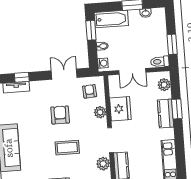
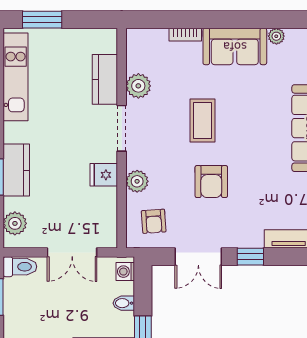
double door: (132, 71) -> (72, 252), swing flipped
window: (22, 77) -> (250, 257), moved
fridge: (120, 109) -> (104, 175), width x0.53, depth x0.75
coffee table: (67, 148) -> (203, 120), turned 90

